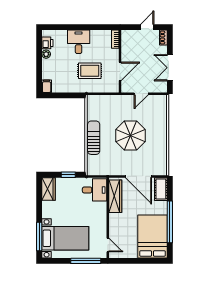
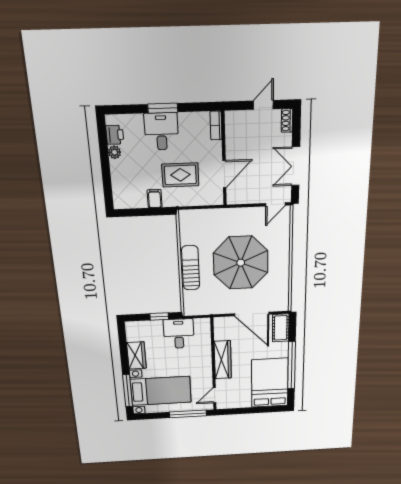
window: (80, 27) -> (163, 108), added
filing cabinet: (47, 86) -> (155, 199), moved
door: (141, 94) -> (275, 204), moved
parasol: (131, 135) -> (241, 263), width x1.36, depth x1.36
wardrobe: (48, 189) -> (136, 355), moved
desk: (95, 190) -> (179, 334), moved, turned -90
wardrobe: (115, 196) -> (223, 360), moved
door: (108, 245) -> (214, 395), swing flipped

